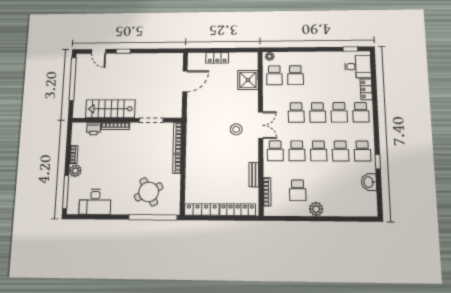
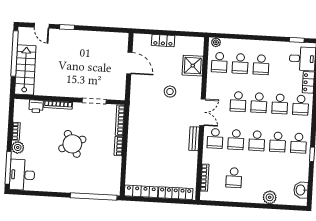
school desk: (317, 75) -> (261, 65), added
door: (185, 81) -> (129, 63), hinge flipped
stairs: (110, 109) -> (25, 70), moved, turned 90
stool: (236, 129) -> (170, 92), moved
bench: (254, 175) -> (194, 139), moved
washbasin: (369, 182) -> (301, 190), moved
round table: (149, 192) -> (72, 144), moved
desk: (95, 202) -> (22, 175), moved, turned 90
plant: (316, 209) -> (270, 197), moved

